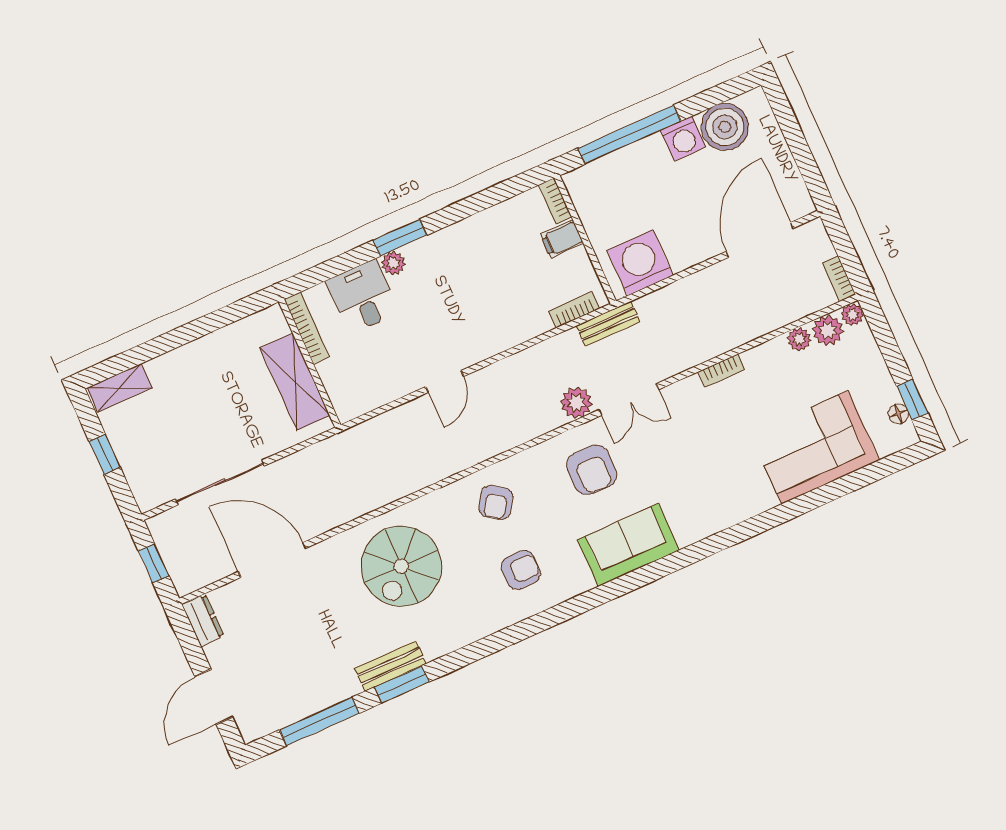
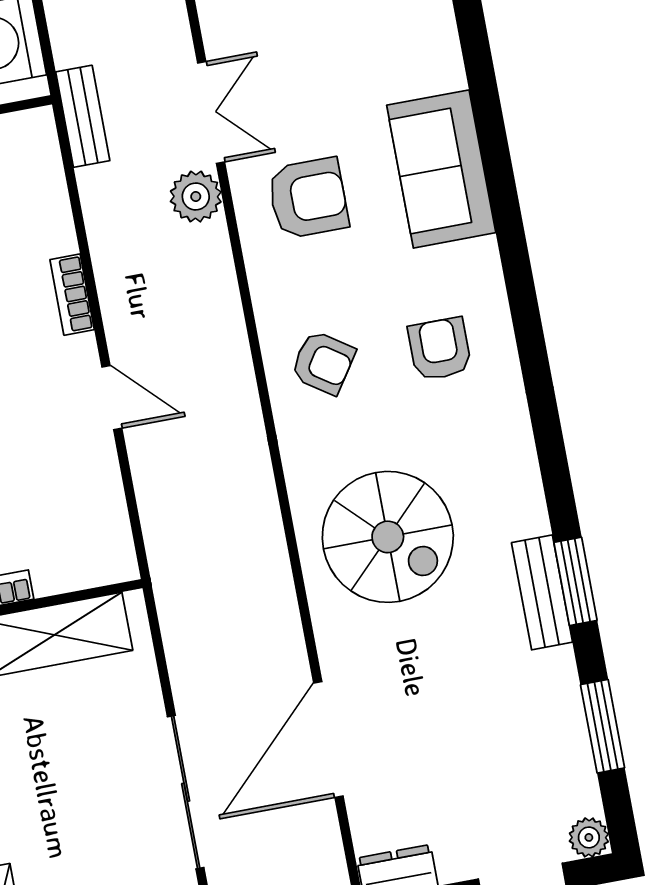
bookcase: (574, 310) -> (72, 295), moved
window: (319, 722) -> (603, 726), width x0.69
plant: (251, 729) -> (589, 837), added

